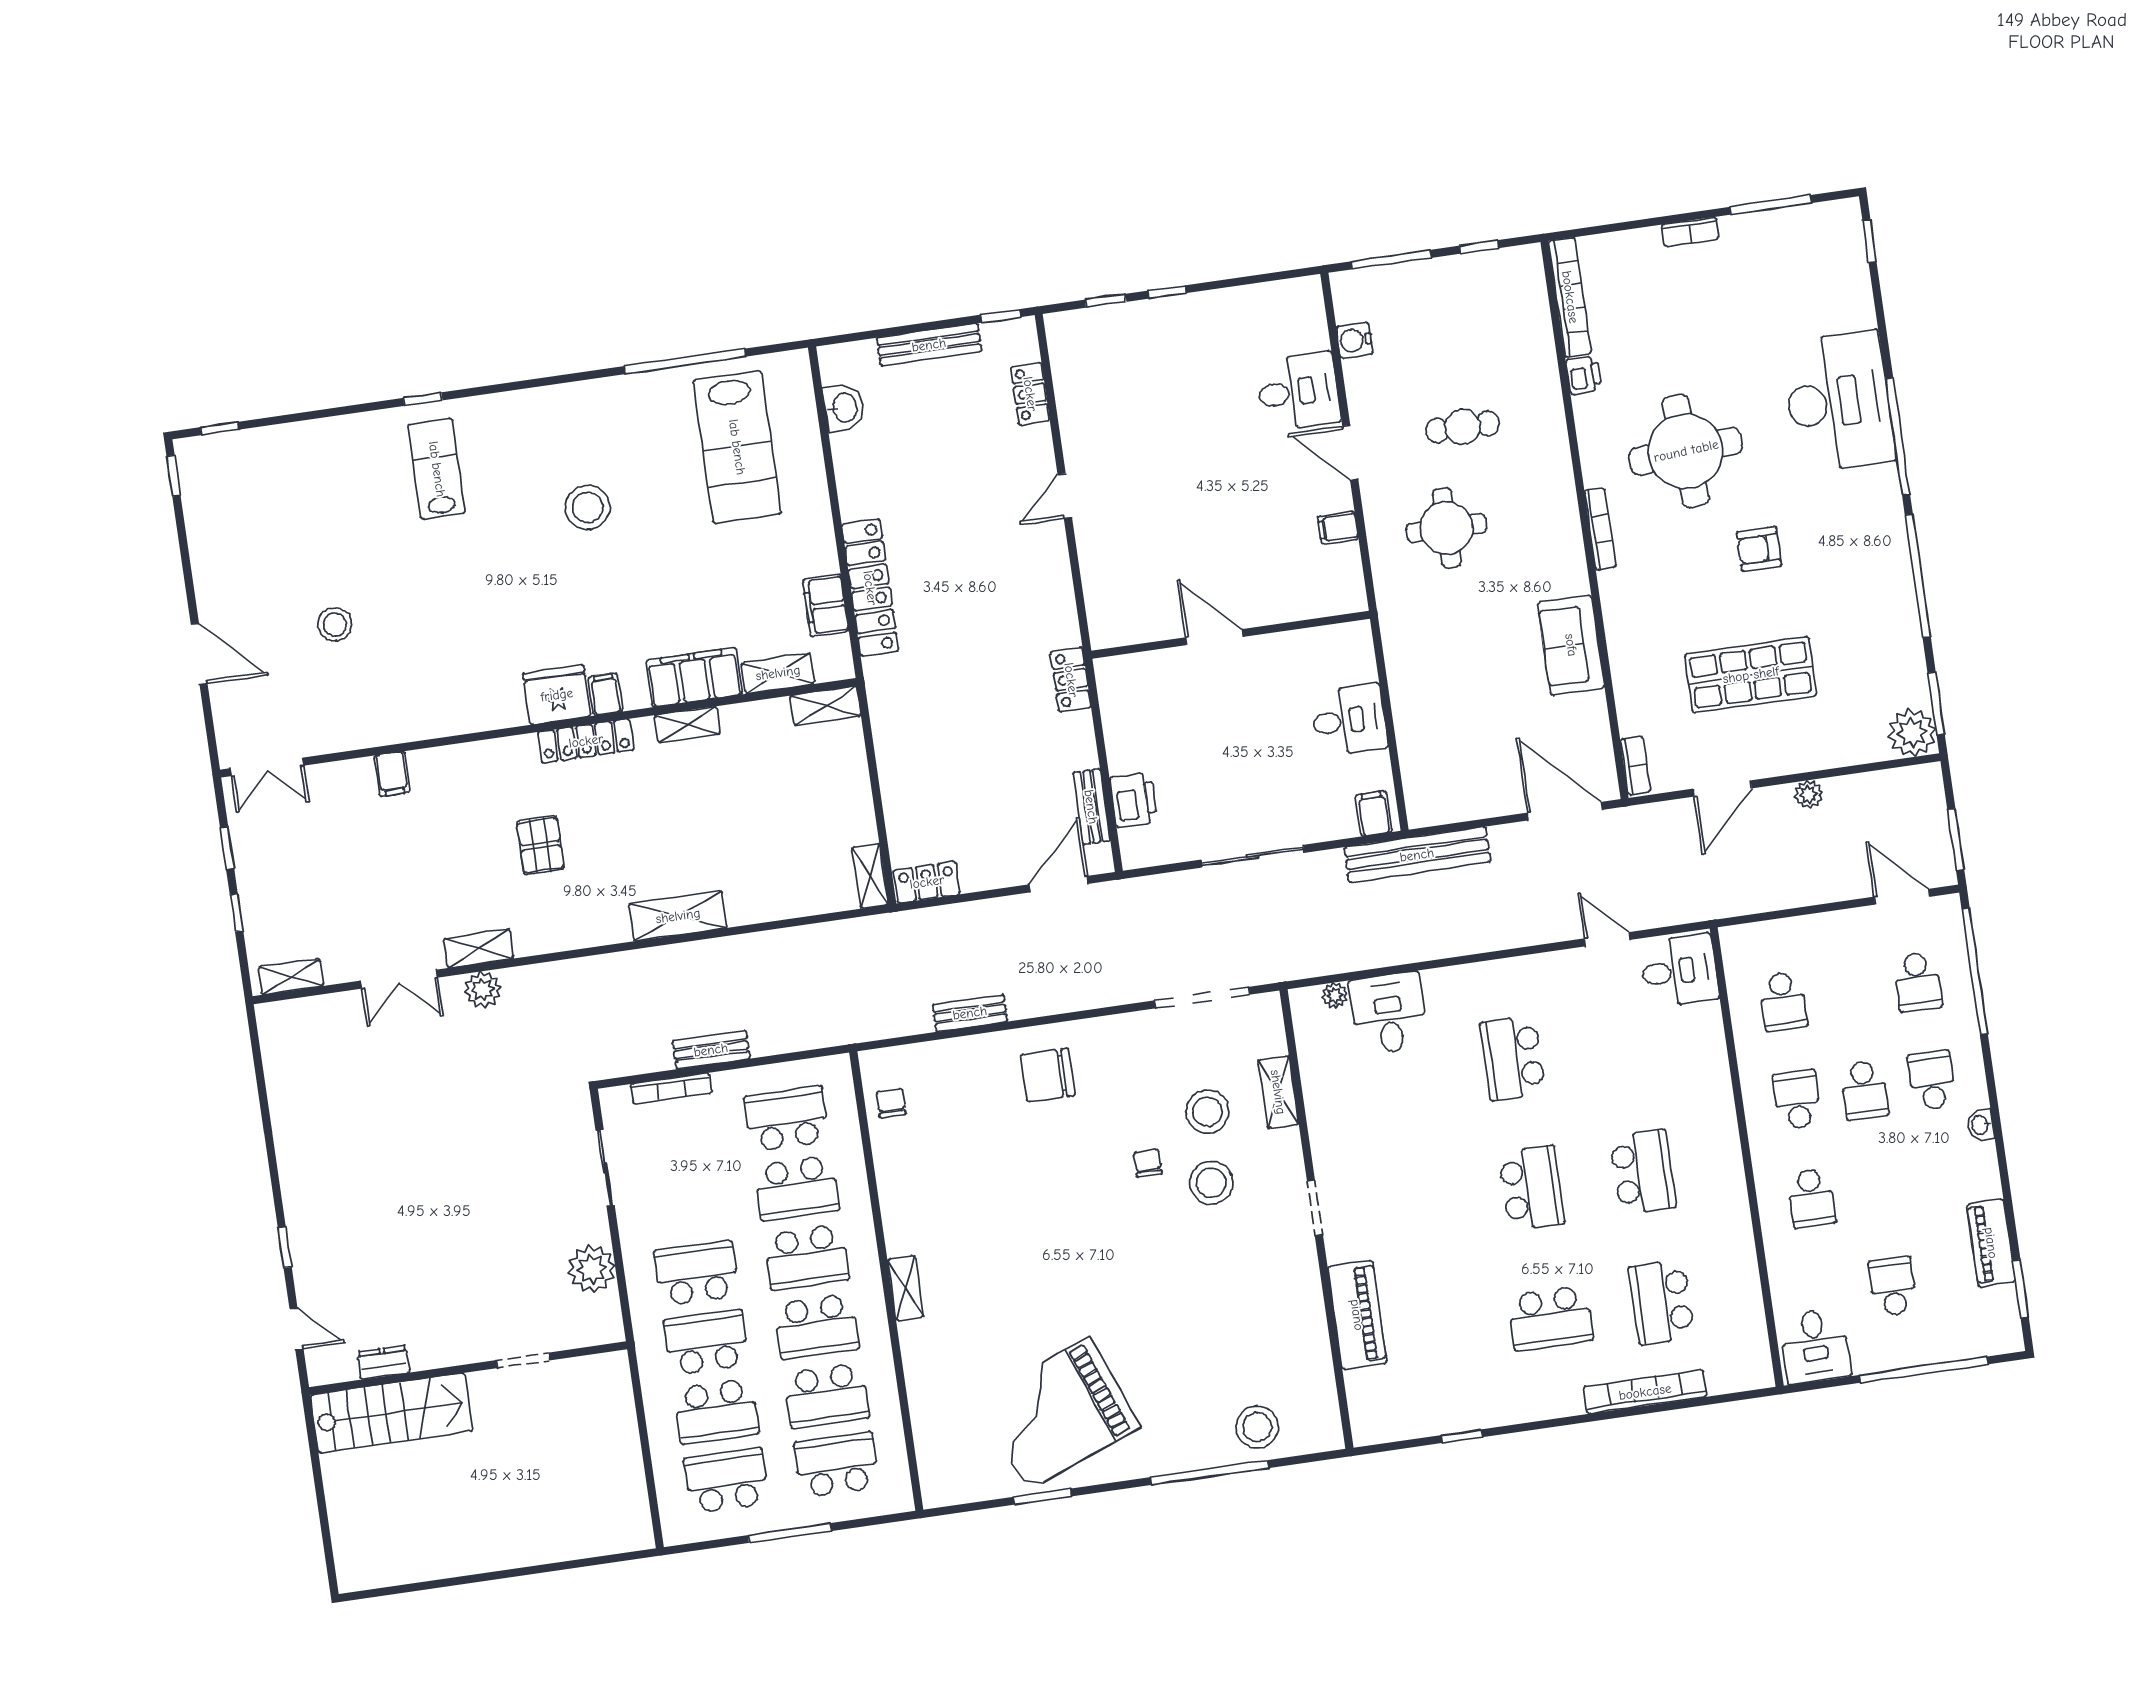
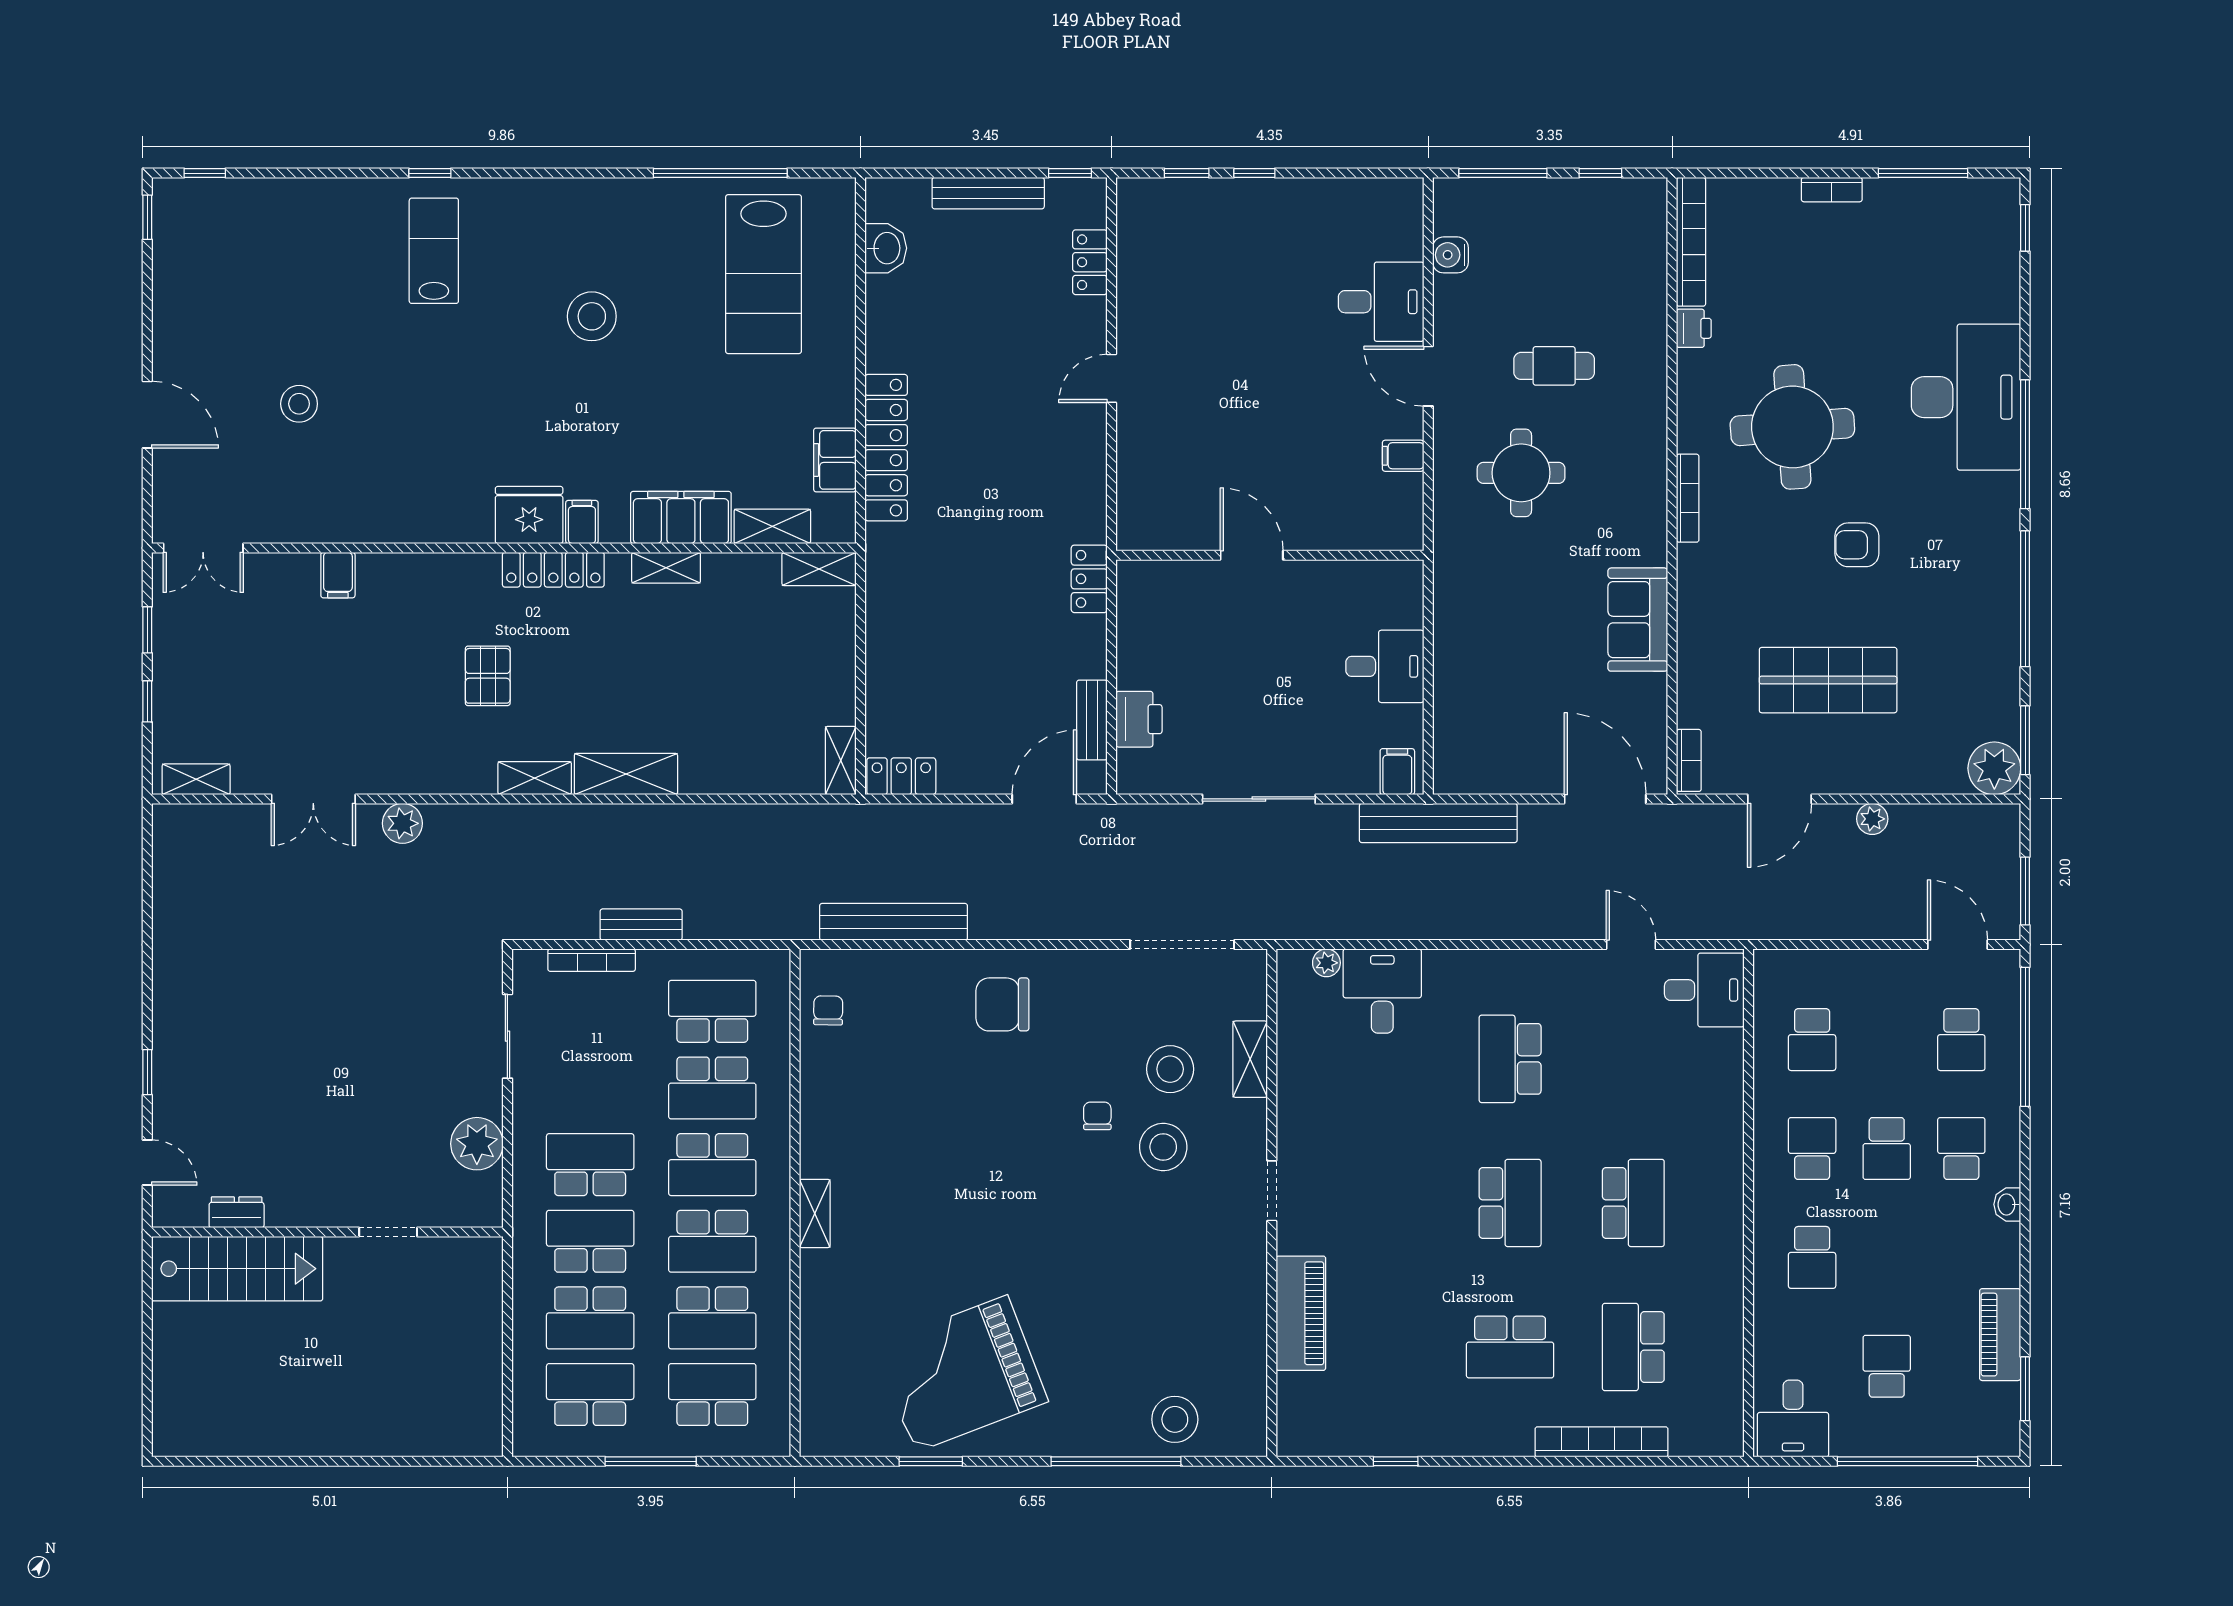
shelving: (478, 948) -> (535, 778), moved
bench: (970, 1013) -> (894, 922), width x1.86, depth x1.21

